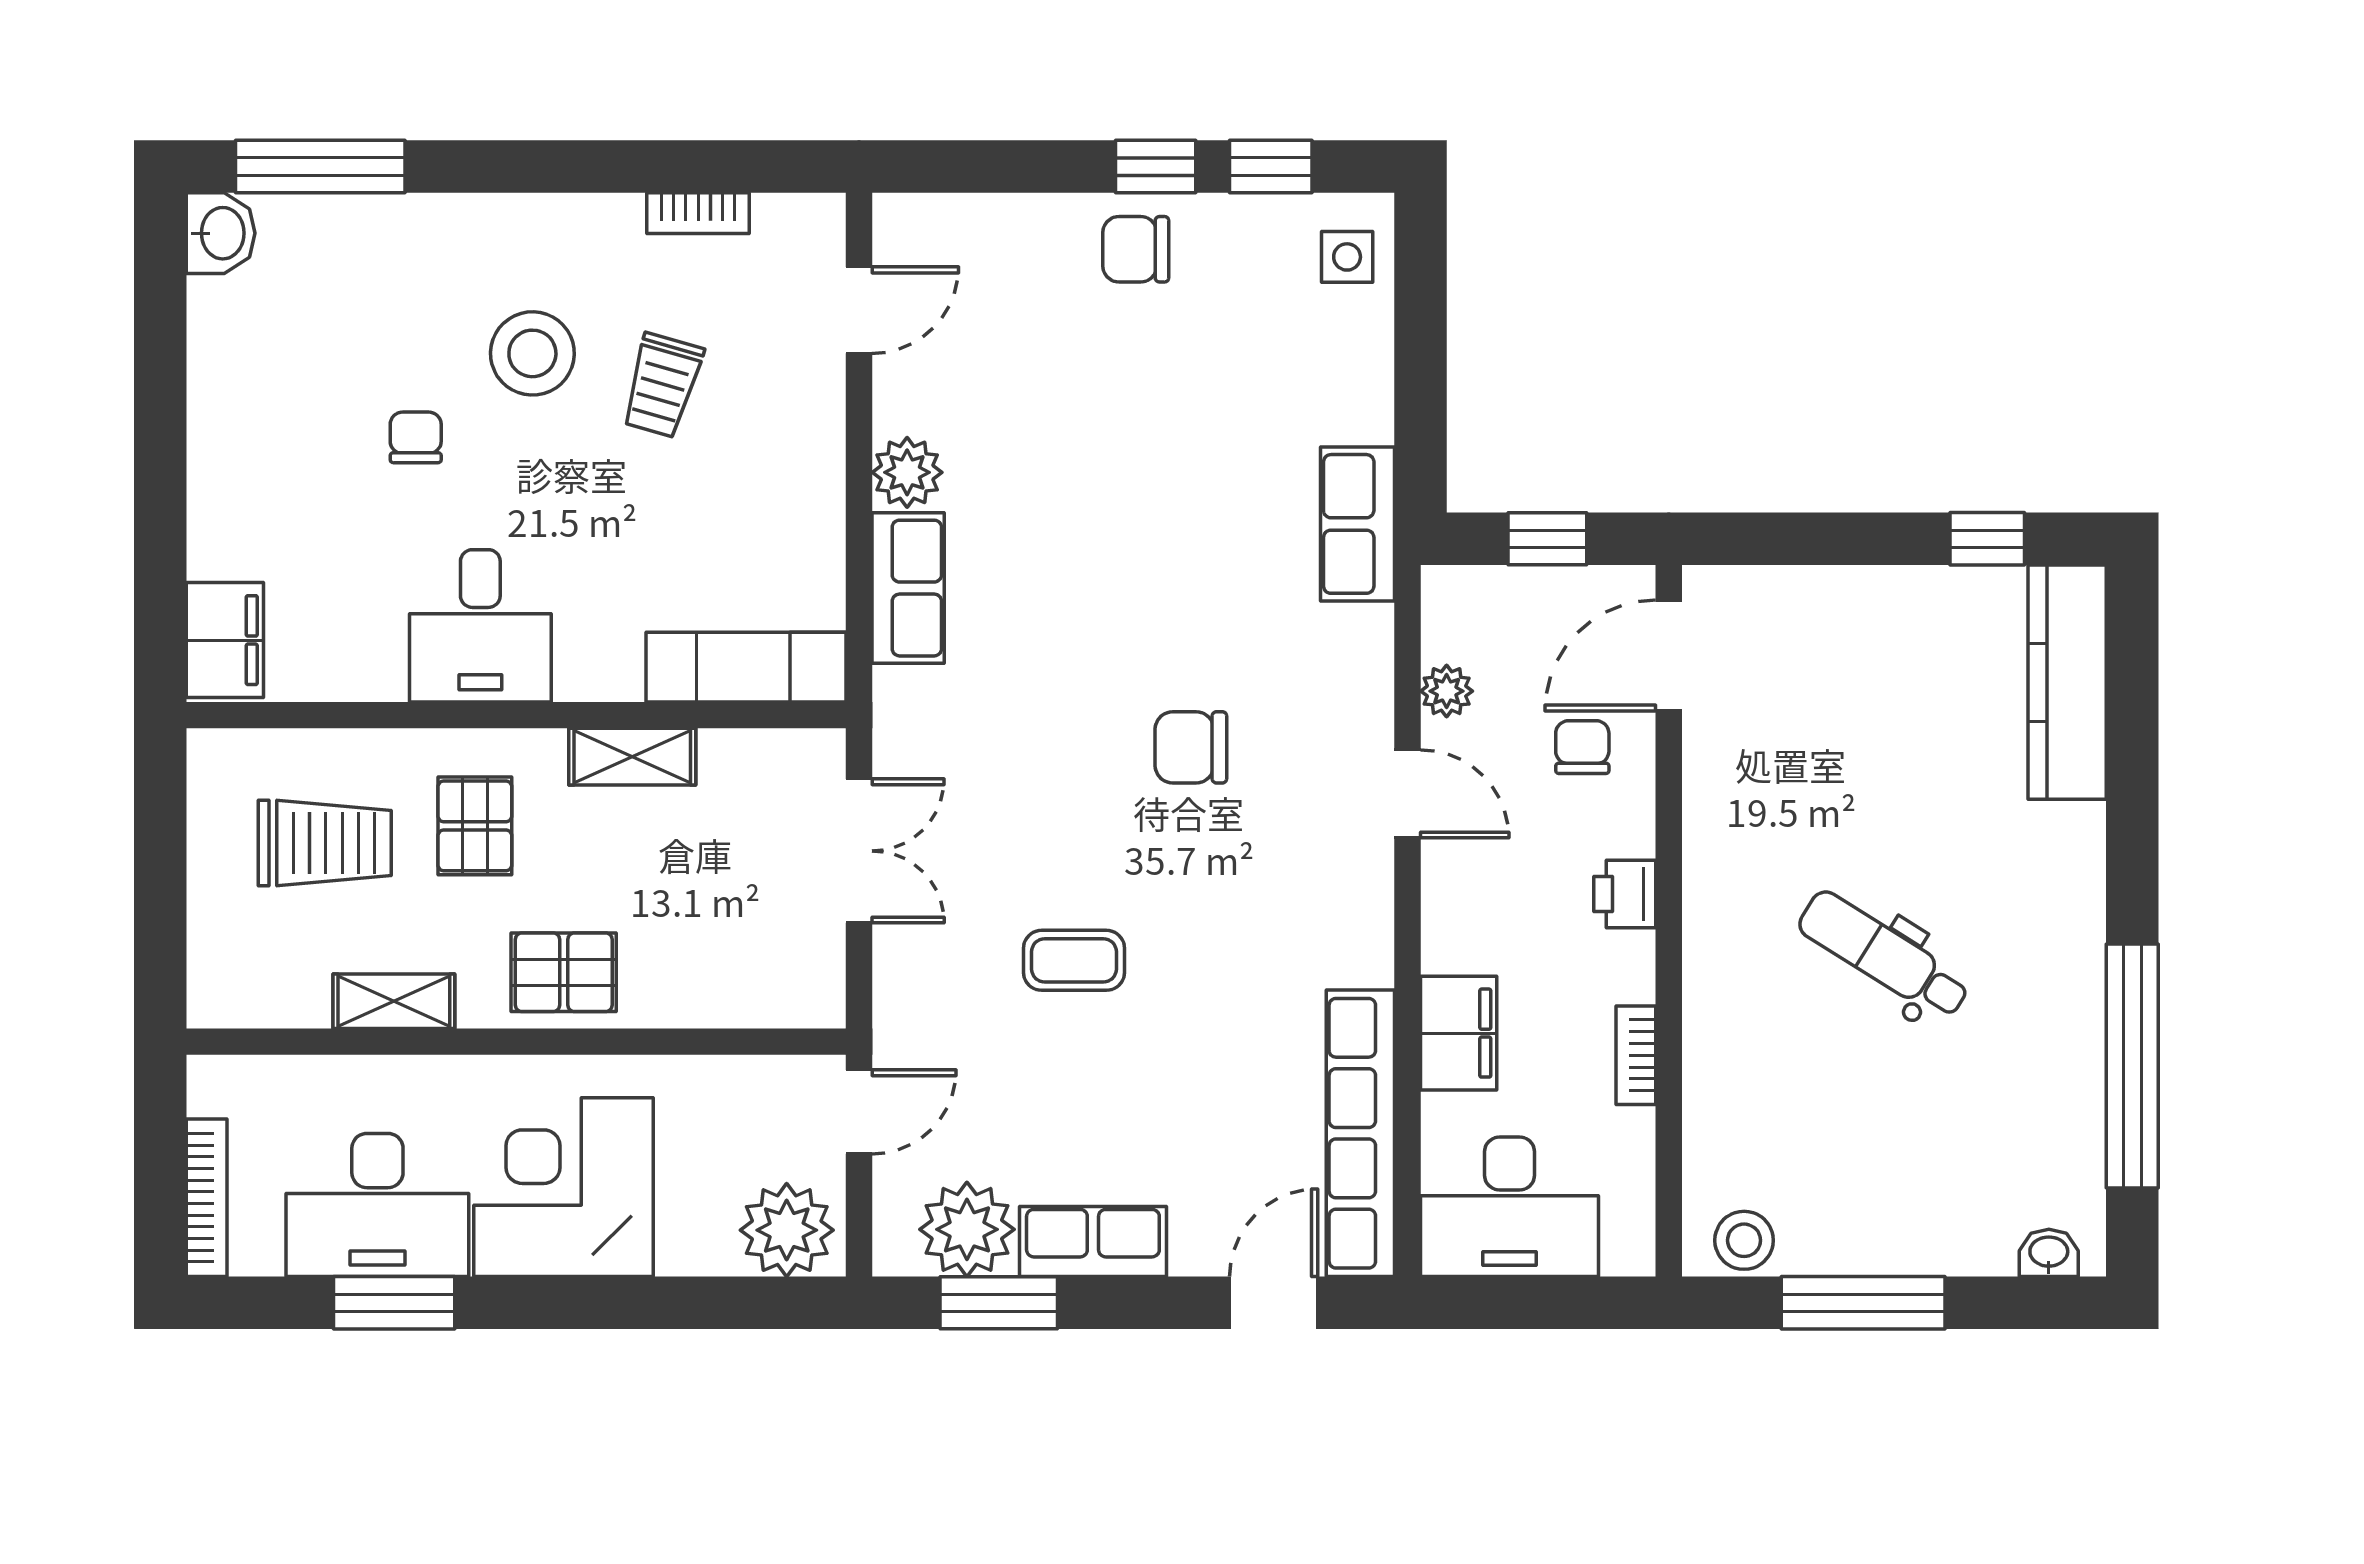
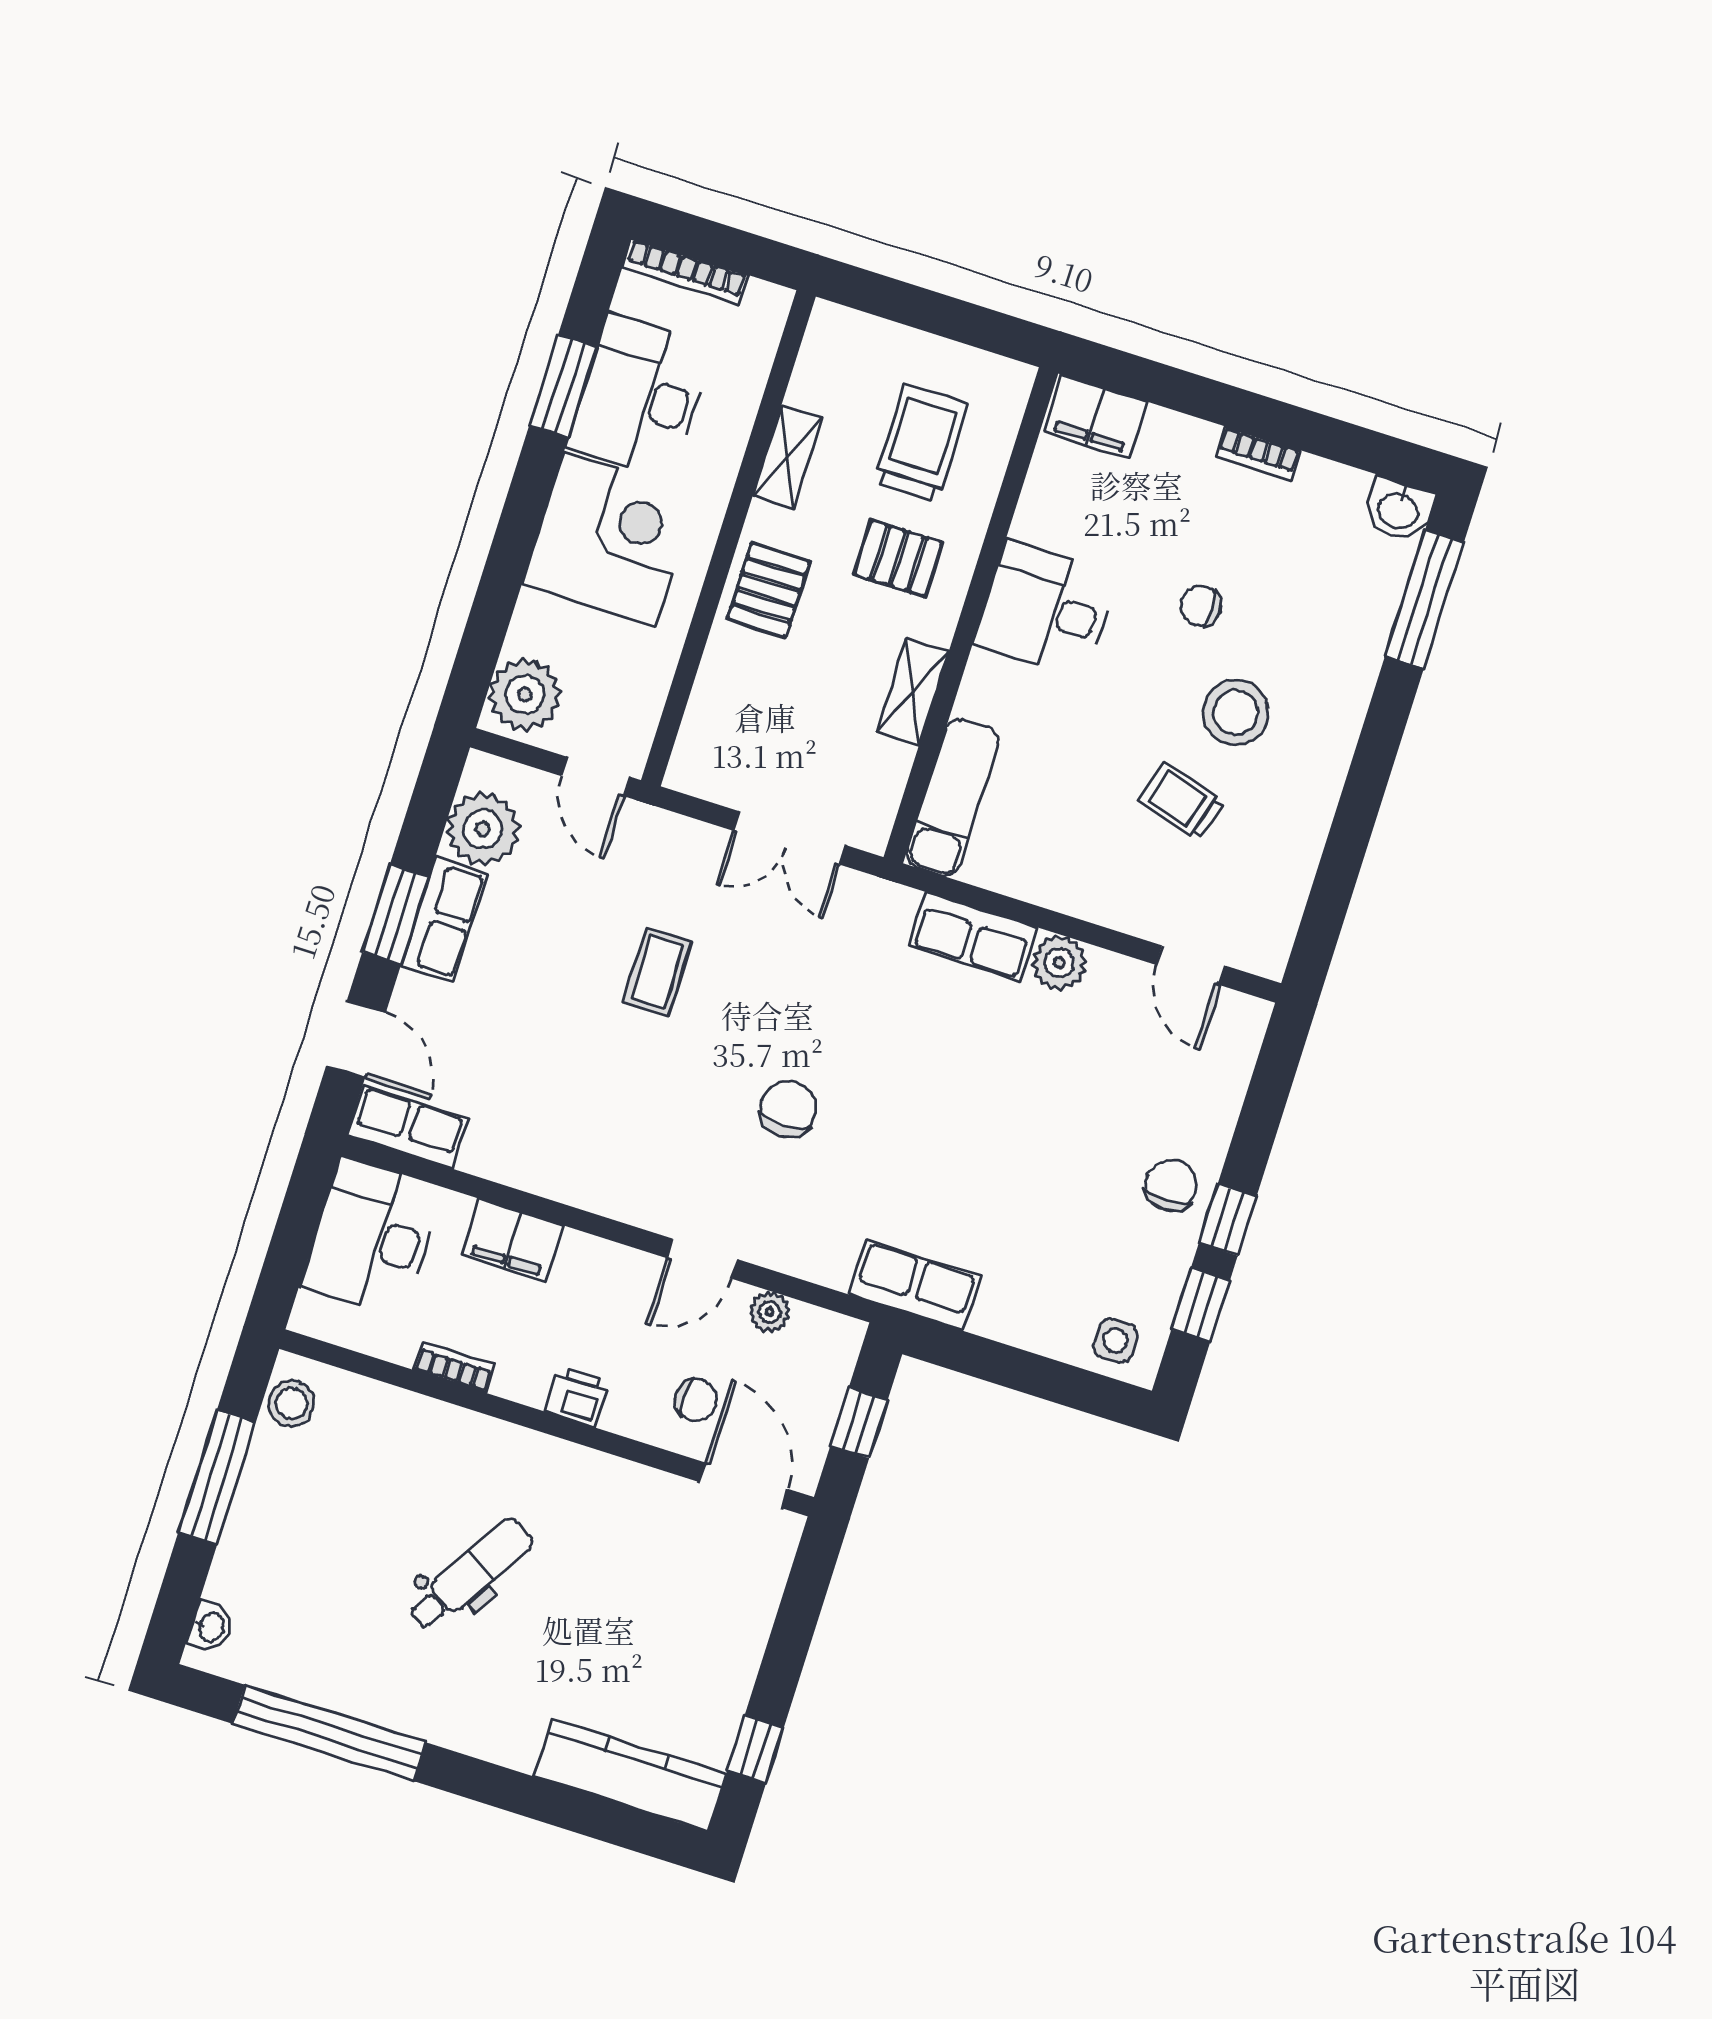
bookcase: (698, 213) -> (1258, 453), moved, turned -90
chair: (416, 437) -> (1201, 606), turned 180
trolley: (325, 843) -> (921, 443), turned 180
row of seats: (1360, 1133) -> (408, 1127), width x0.50
window: (999, 1303) -> (396, 914), moved

